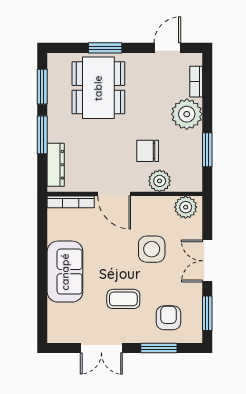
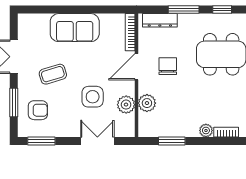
window: (42, 87) -> (222, 10), width x0.67
plant: (187, 114) -> (206, 130), width x0.53, depth x0.53
chair: (148, 151) -> (168, 66), moved
plant: (186, 207) -> (126, 105), moved
double door: (207, 261) -> (97, 141), moved
coffee table: (123, 299) -> (53, 74), turned 73

